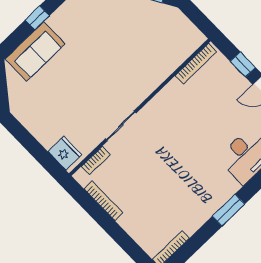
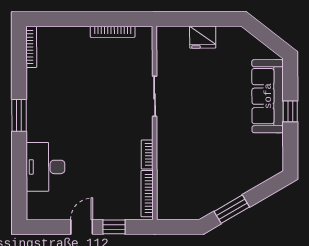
sofa: (35, 51) -> (268, 96), width x1.36
fridge: (65, 153) -> (203, 37), moved
bookcase: (96, 160) -> (147, 154), moved

